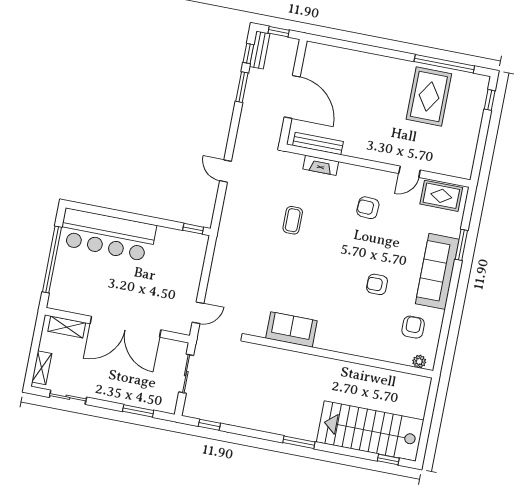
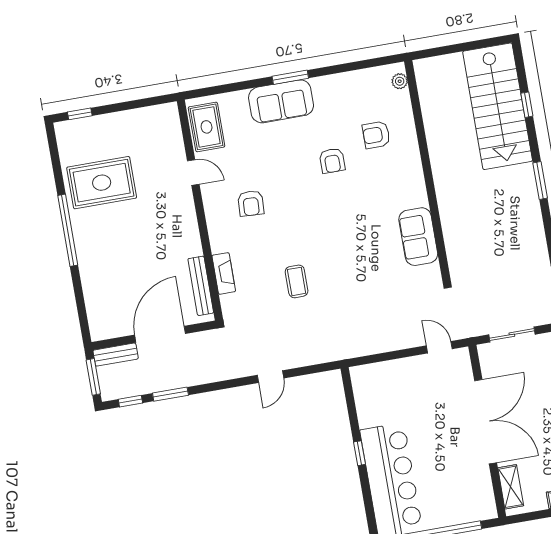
window: (279, 32) -> (93, 377), width x1.50
bench: (260, 50) -> (116, 355), moved
window: (444, 64) -> (68, 230), moved
coffee table: (293, 220) -> (297, 281), turned 90
window: (193, 229) -> (360, 453), moved
window: (461, 245) -> (290, 77), moved
sofa: (437, 271) -> (281, 101), width x0.73
armchair: (413, 327) -> (376, 135), moved
window: (388, 460) -> (527, 105), moved

